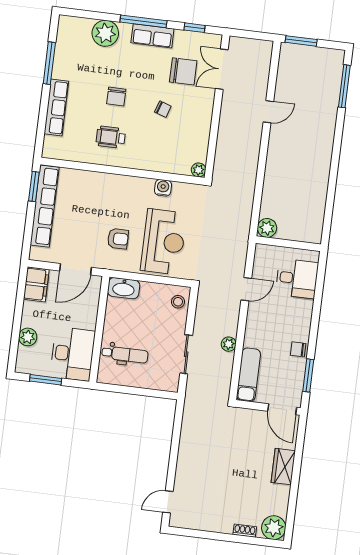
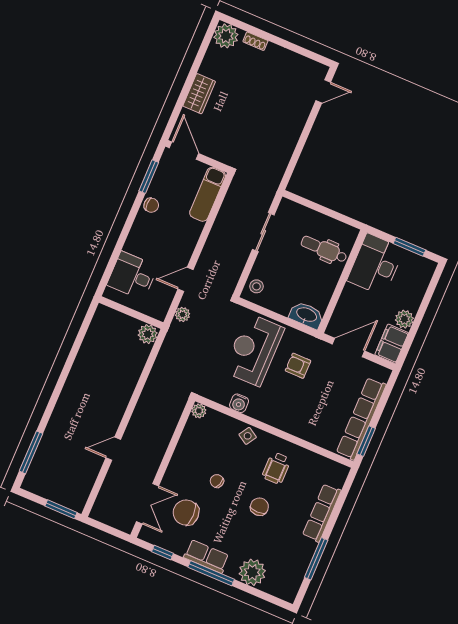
wheelchair: (111, 137) -> (276, 468), turned 90
side table: (146, 160) -> (248, 436), added
plant: (28, 337) -> (404, 319), moved
plant: (229, 344) -> (183, 314), moved

